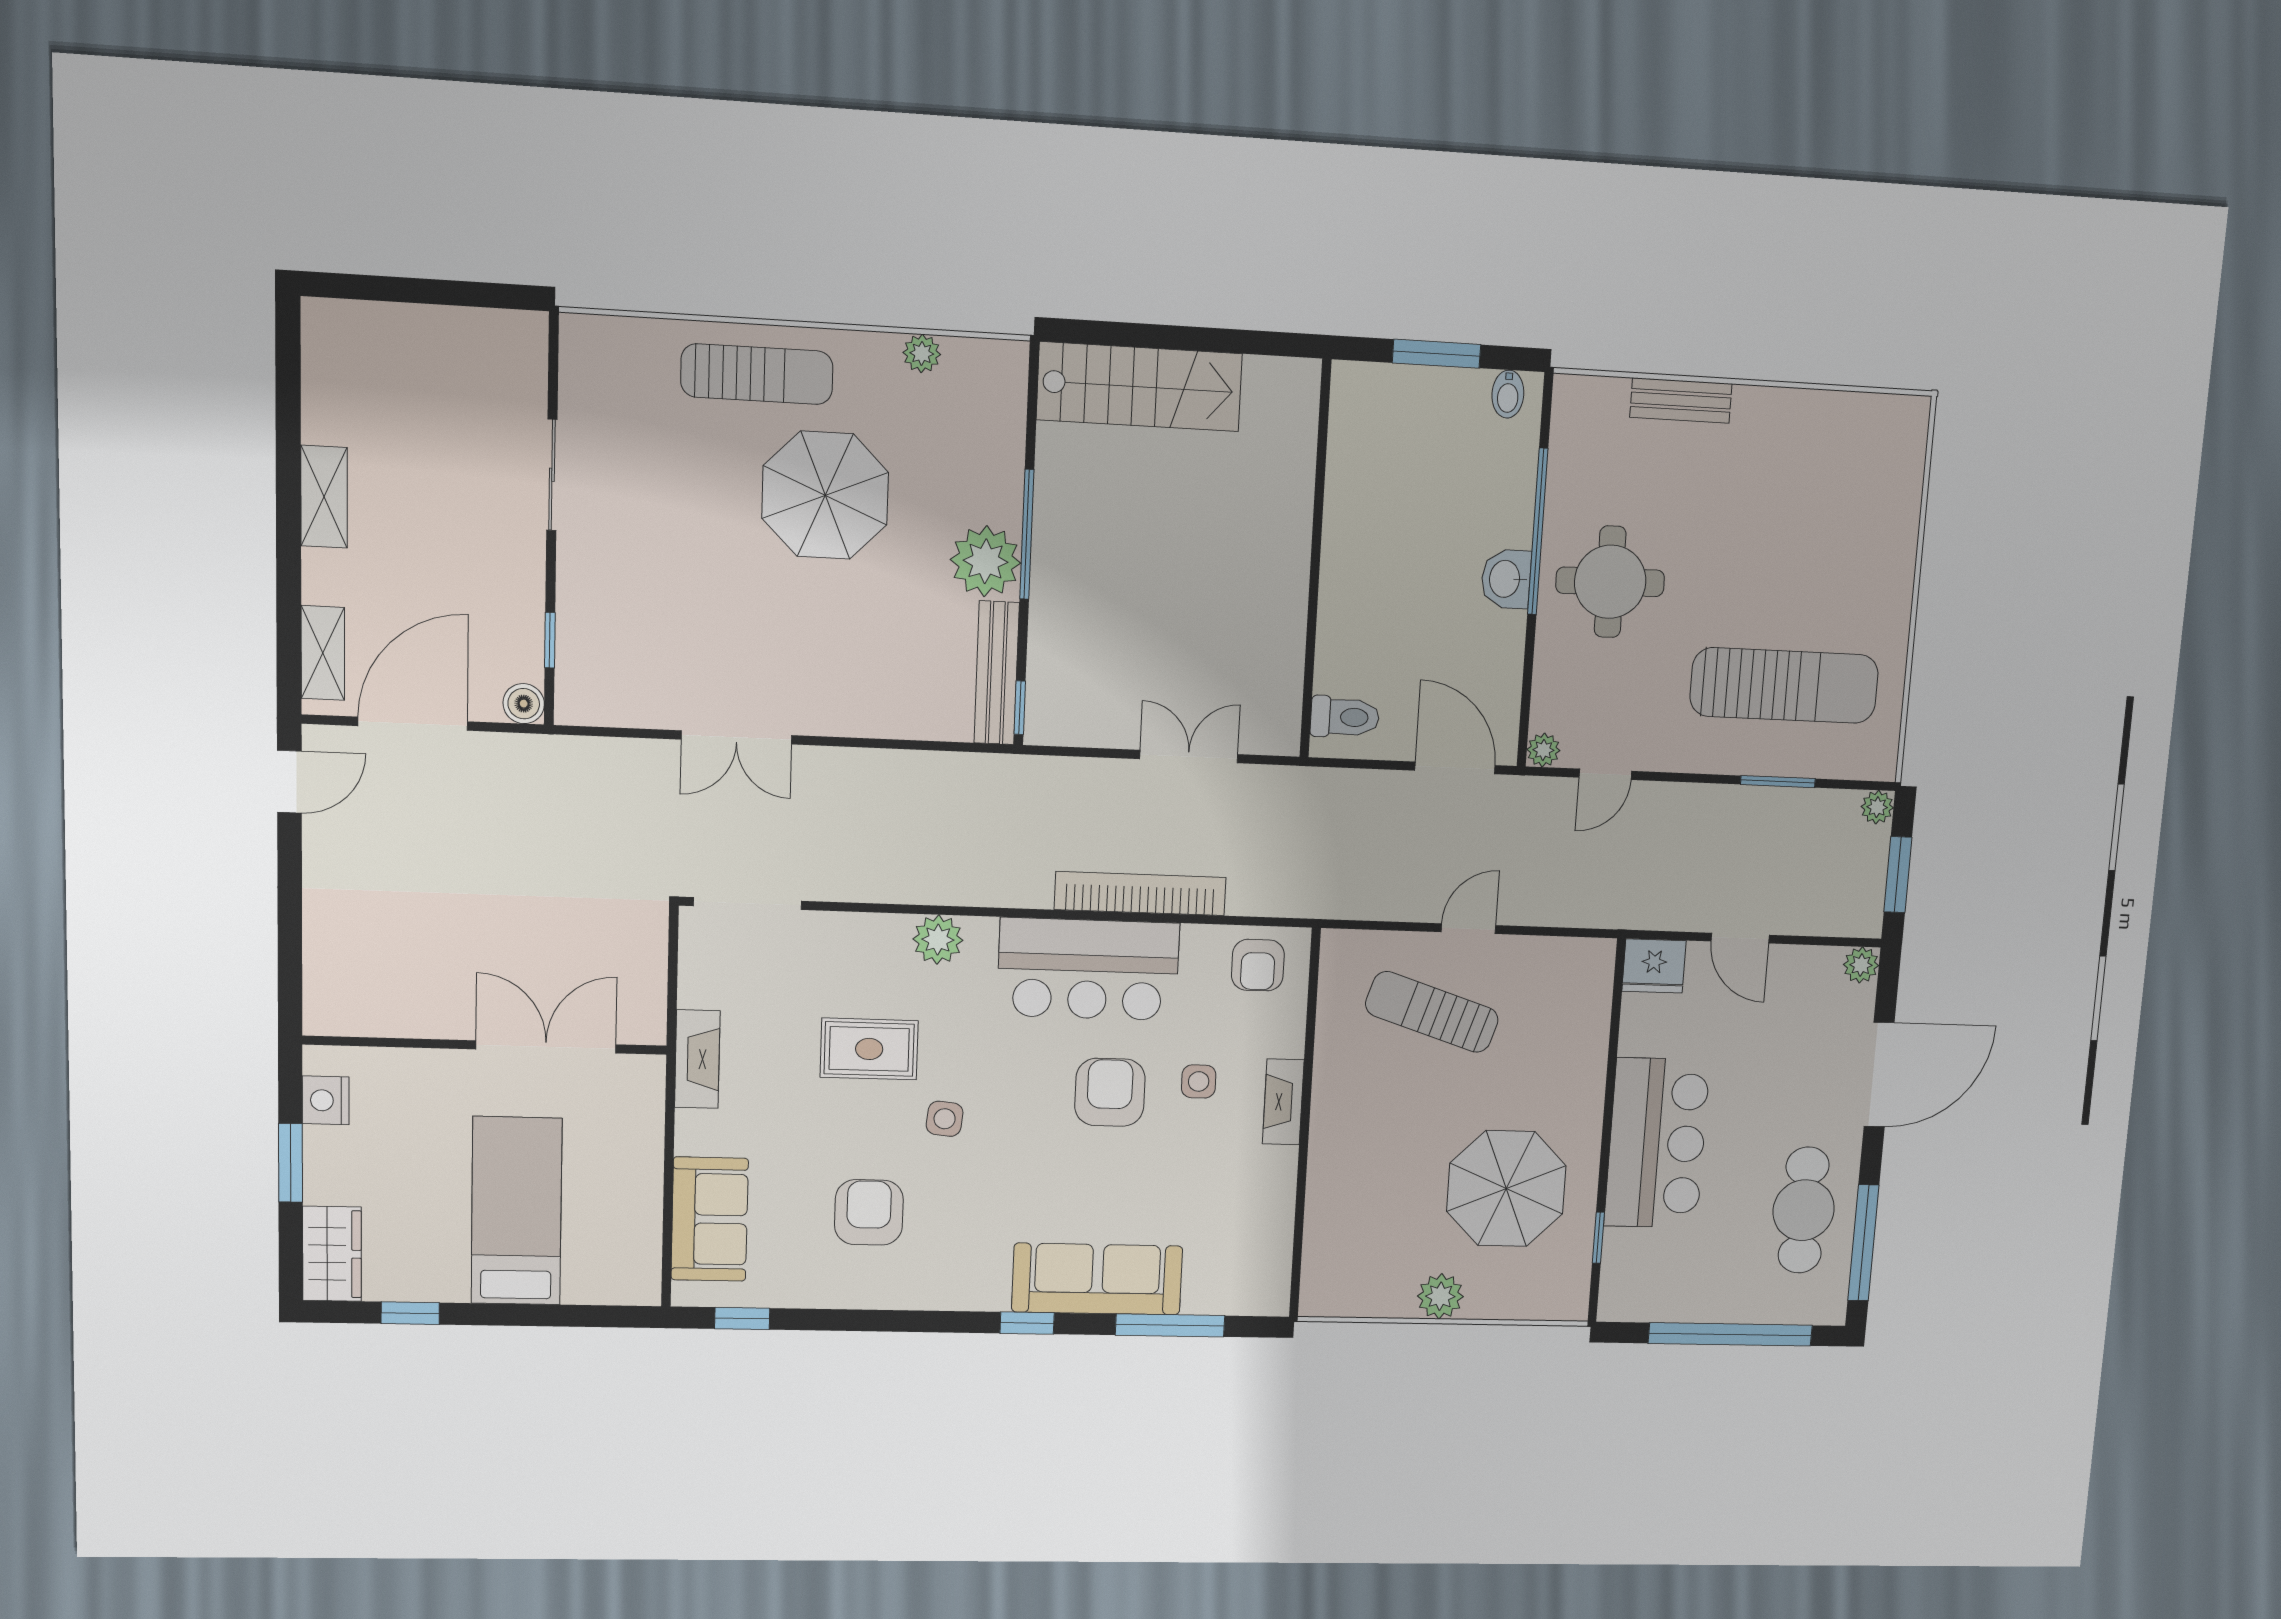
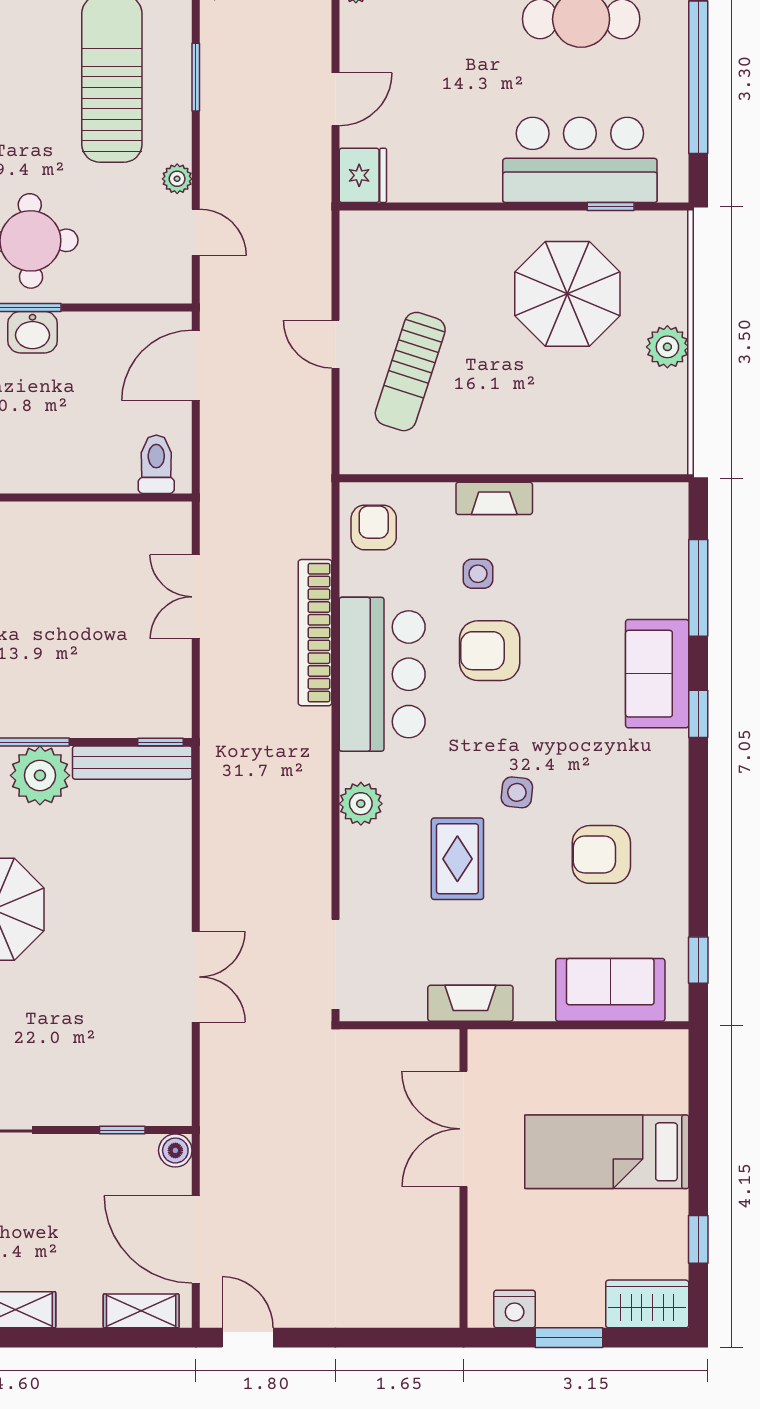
plant: (1543, 750) -> (177, 179), moved
armchair: (1258, 965) -> (374, 527), turned -90
bar counter: (1657, 1143) -> (580, 160), moved
sofa: (1097, 1279) -> (657, 674), width x0.73

